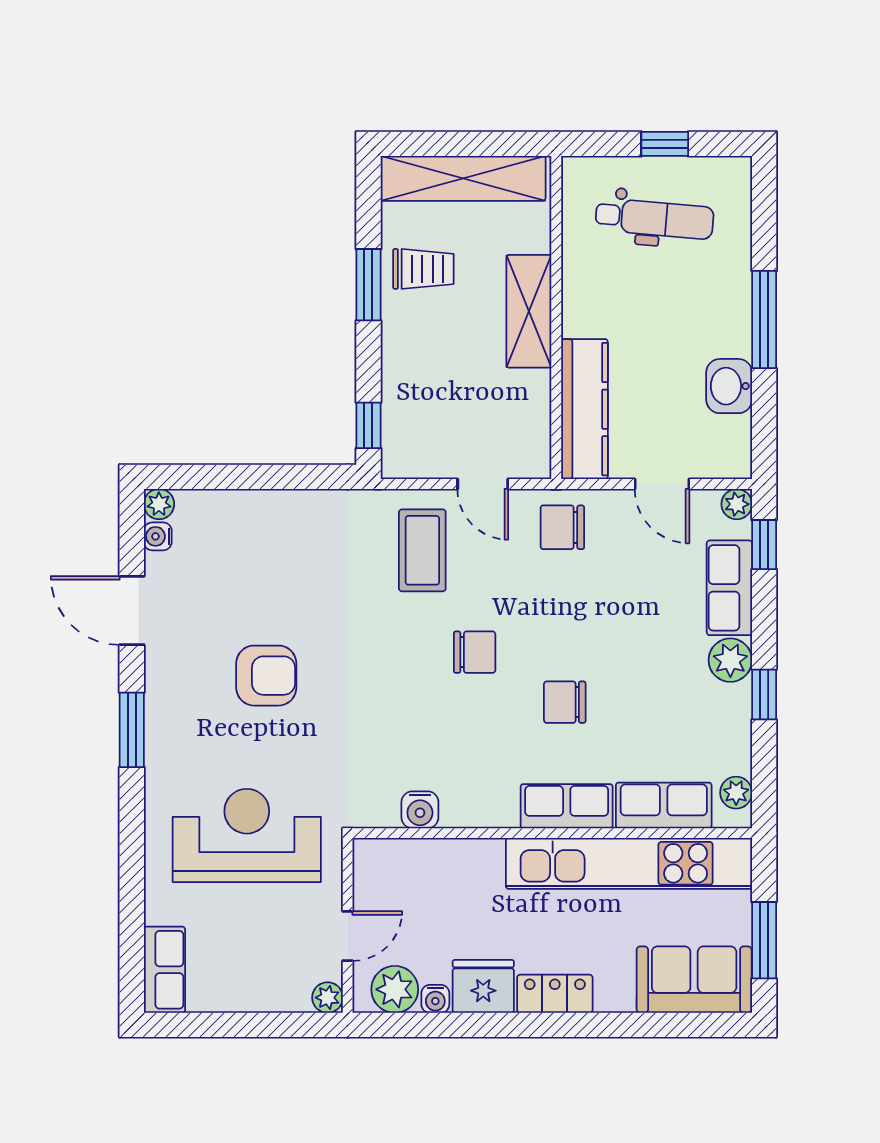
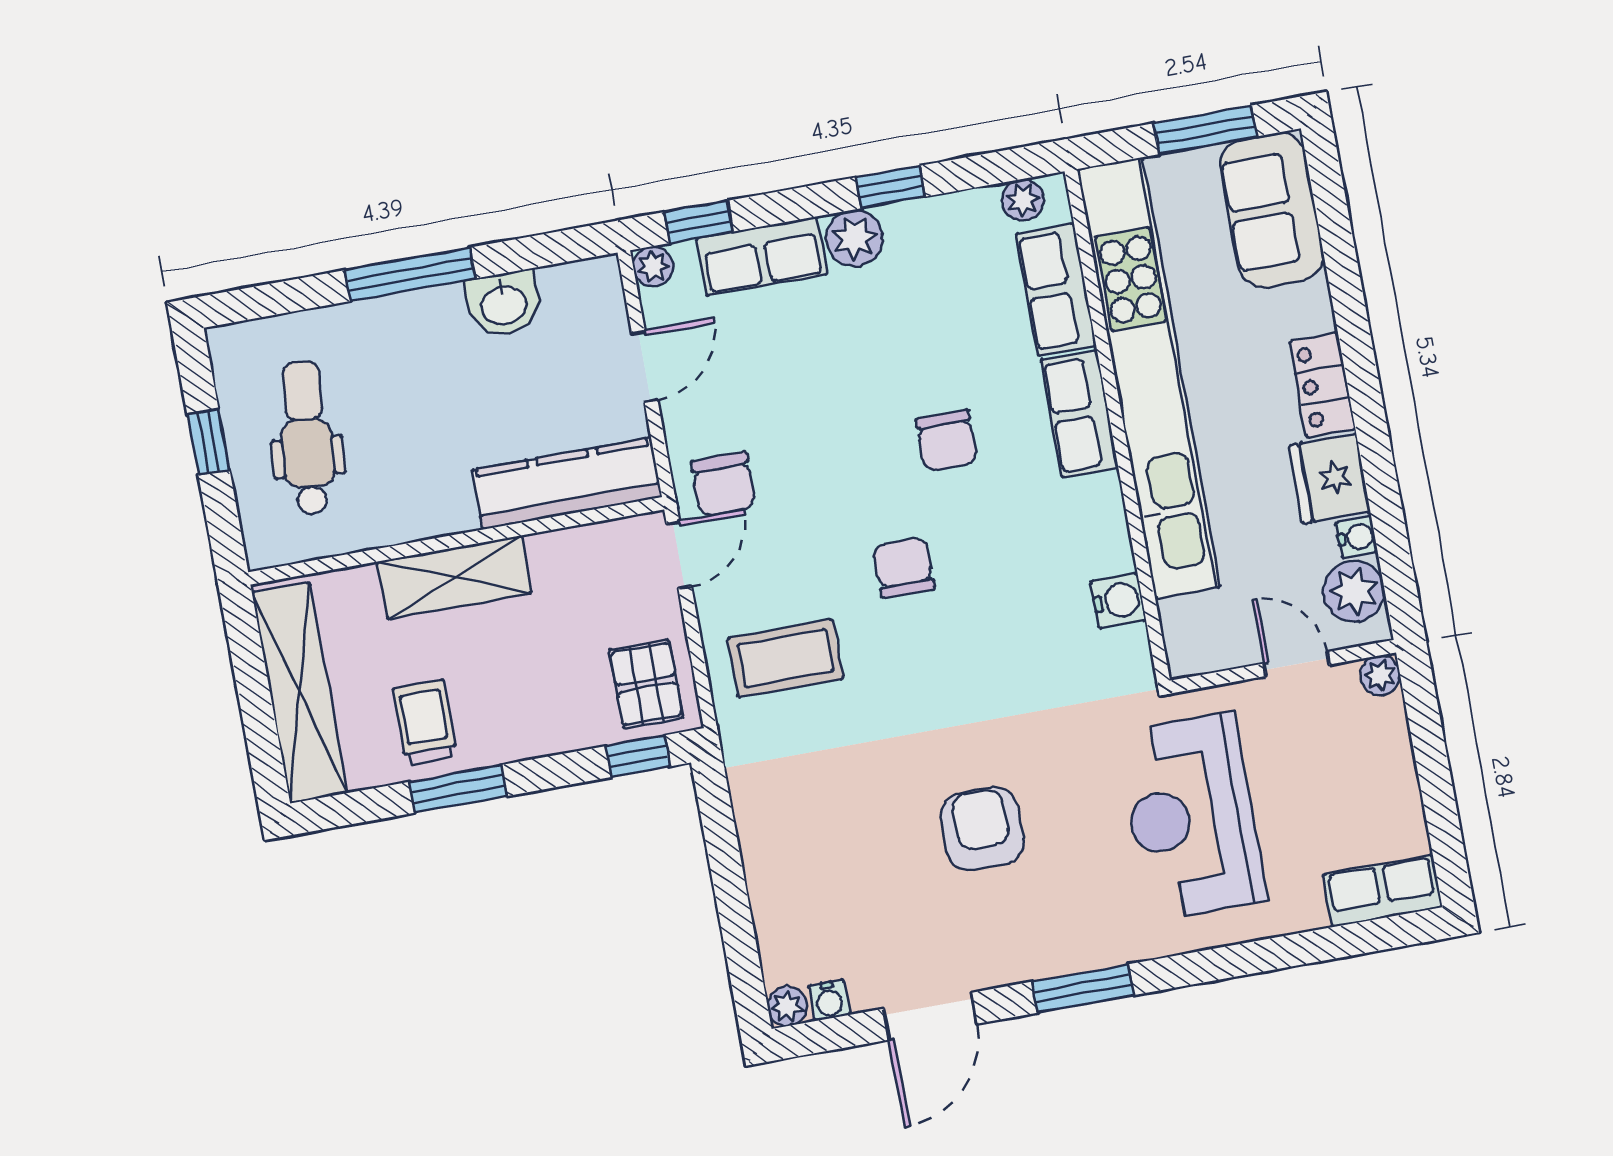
pallet: (422, 441) -> (646, 684), added
door: (483, 484) -> (679, 555), moved
kitchen unit: (629, 863) -> (1149, 378), width x1.36

